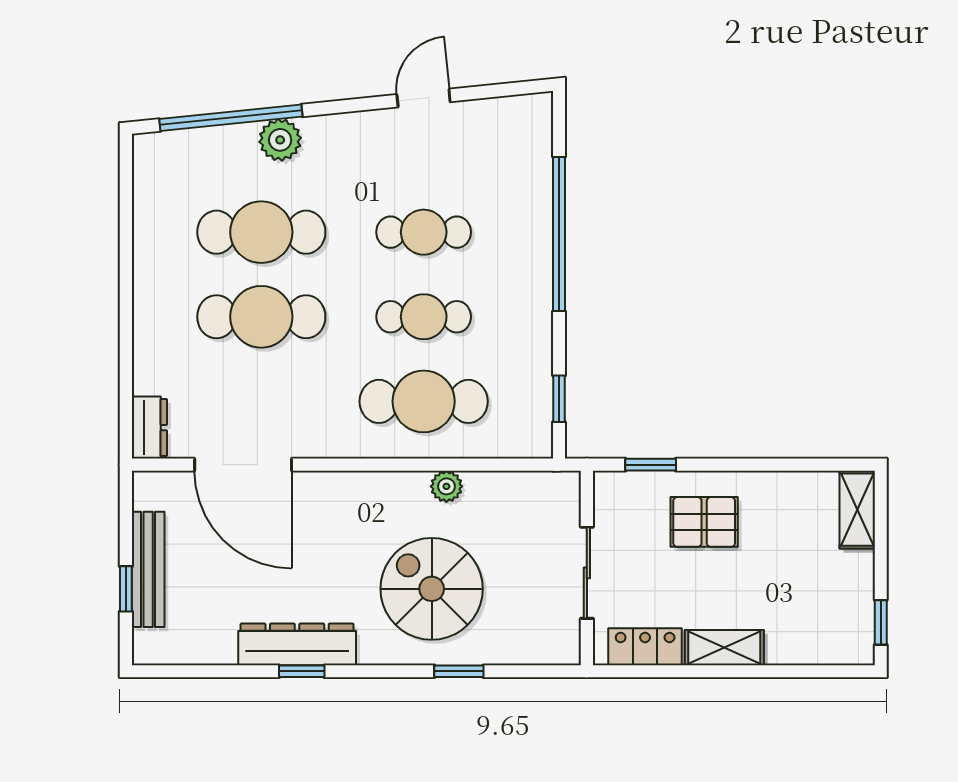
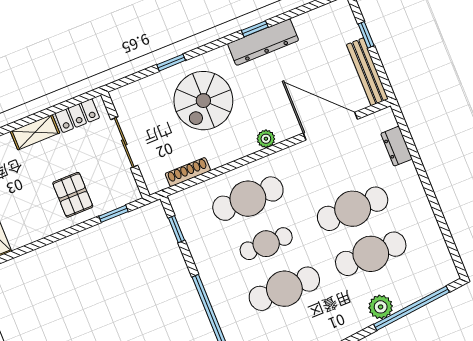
cafe table: (424, 232) -> (284, 289), width x1.37, depth x1.35
dresser: (149, 428) -> (397, 146), moved
shoe rack: (503, 484) -> (188, 172), added
plant: (446, 486) -> (266, 139), moved
pallet: (704, 522) -> (73, 195), turned 90
bench: (148, 569) -> (367, 72), moved
spiral stairs: (432, 589) -> (203, 101), turned 90

